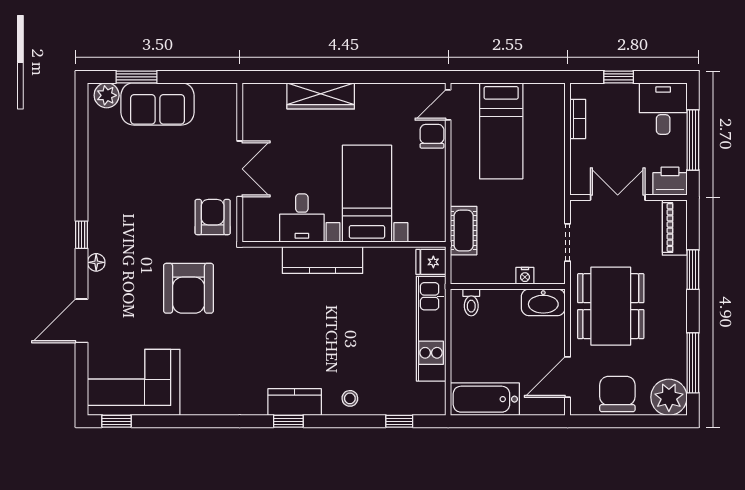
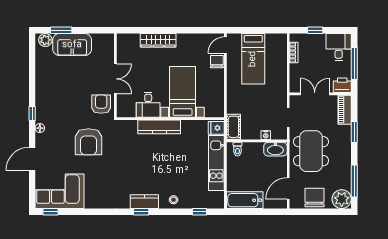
cot: (464, 231) -> (233, 127), moved

